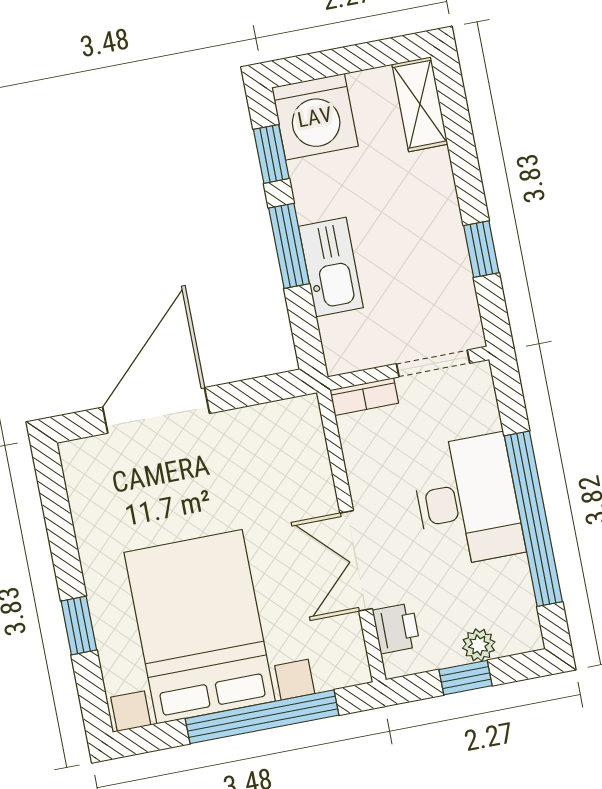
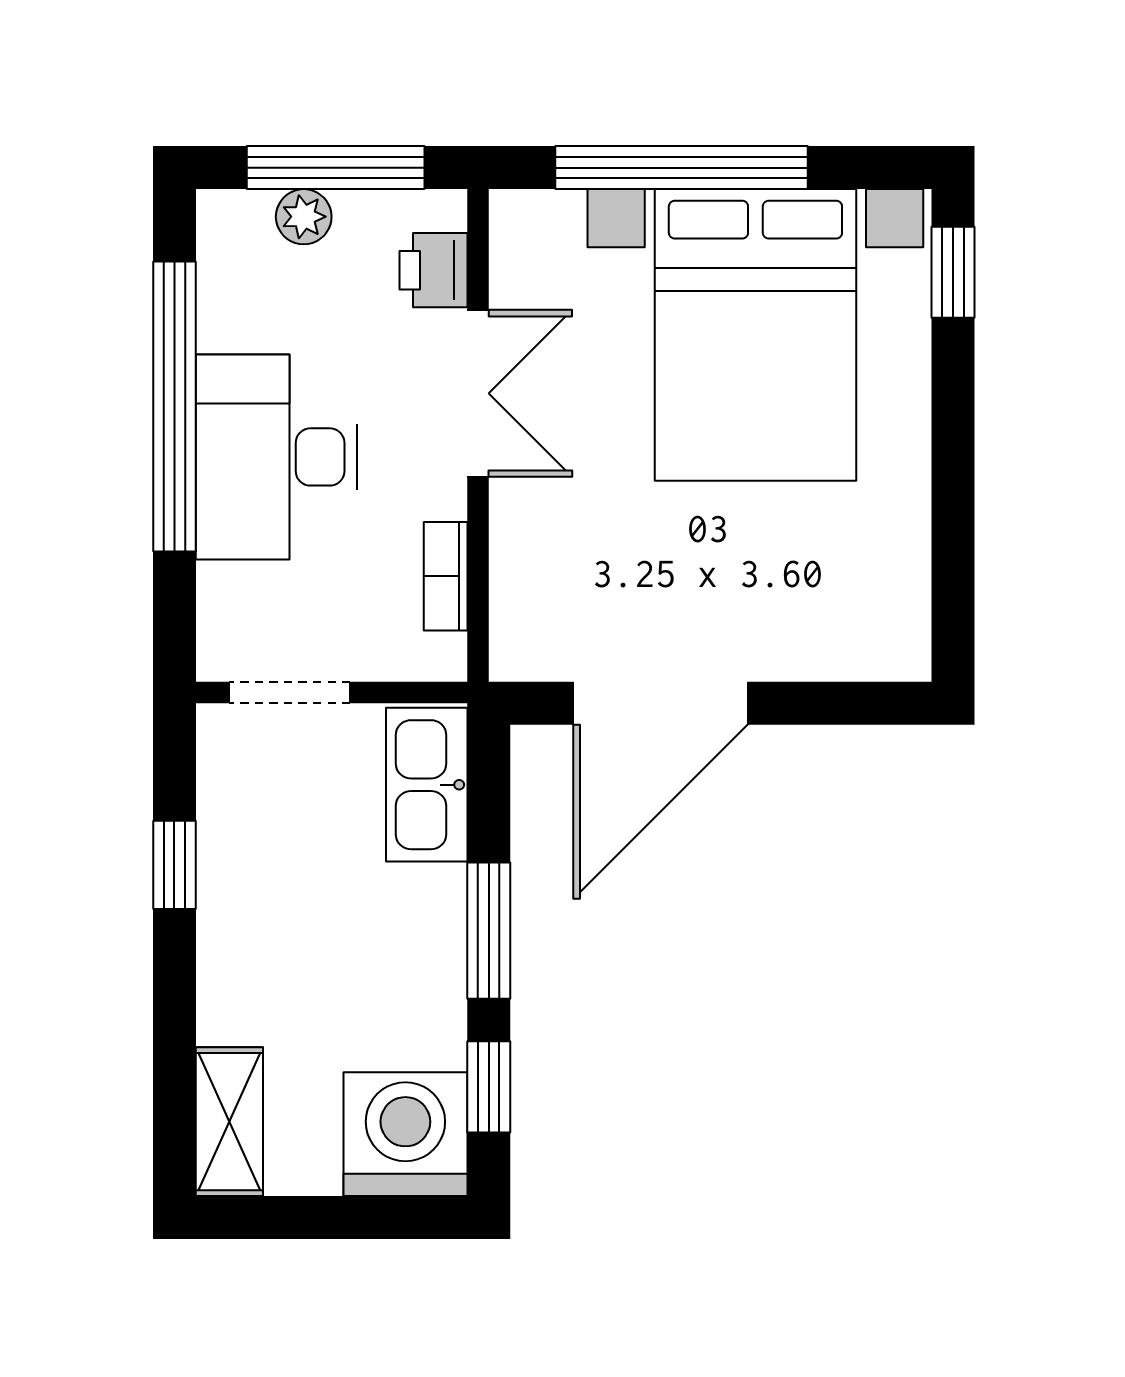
kitchen sink: (331, 267) -> (427, 785), moved
bookcase: (364, 397) -> (446, 576), moved, turned -90
door: (156, 410) -> (660, 703), moved
window: (79, 625) -> (953, 272), moved
window: (466, 678) -> (336, 168), width x2.17

